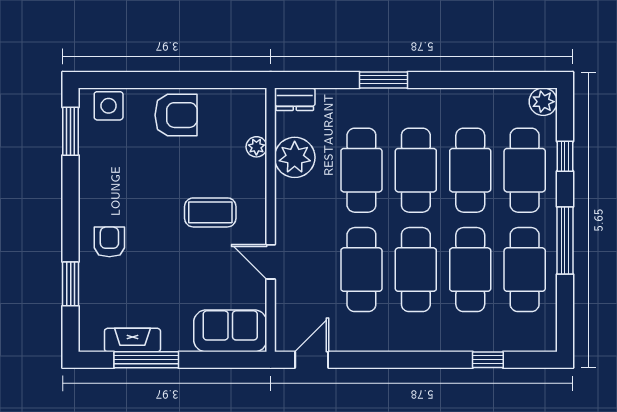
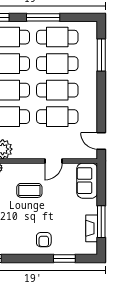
coffee table: (210, 212) -> (29, 190), turned 90
armchair: (109, 242) -> (44, 240), turned -90
window: (488, 360) -> (101, 55), width x2.17

